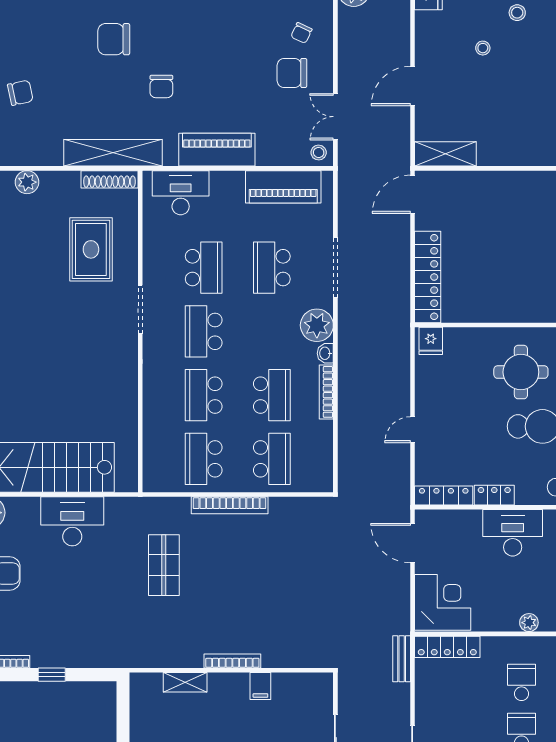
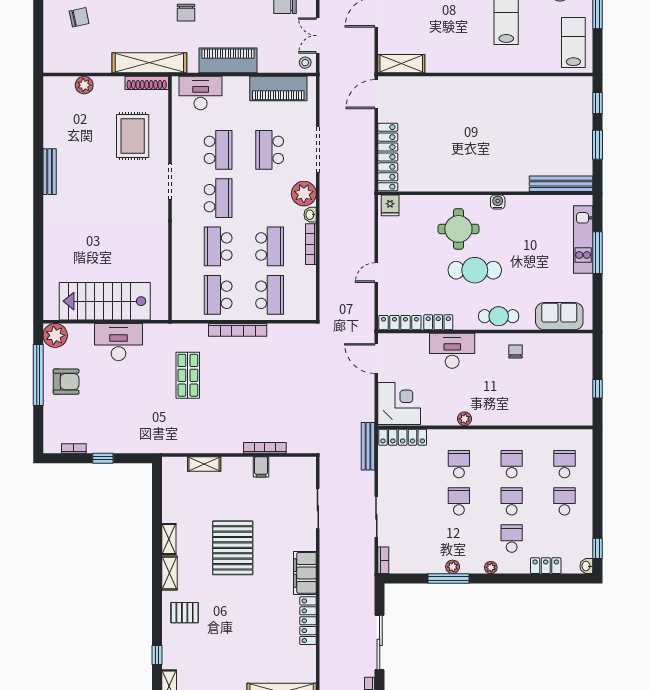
school desk: (204, 331) -> (218, 198), turned 180
bench: (402, 659) -> (368, 446), width x1.36
bookcase: (232, 661) -> (265, 448), moved

